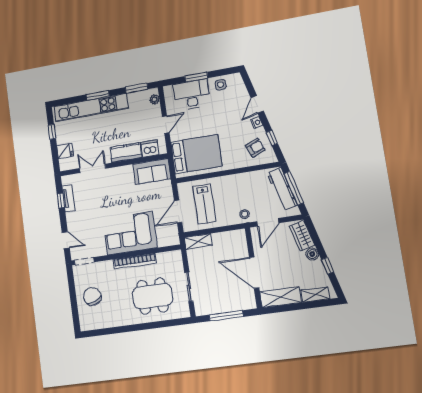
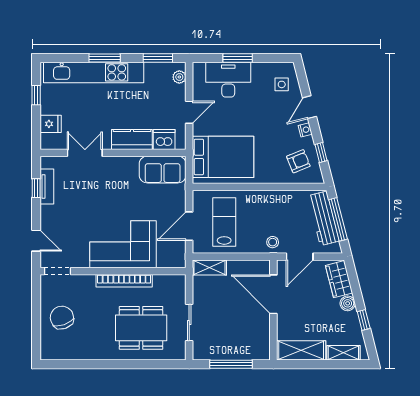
side table: (221, 85) -> (282, 84), moved
lab bench: (204, 204) -> (224, 222), turned 180
door: (254, 273) -> (273, 294), moved

